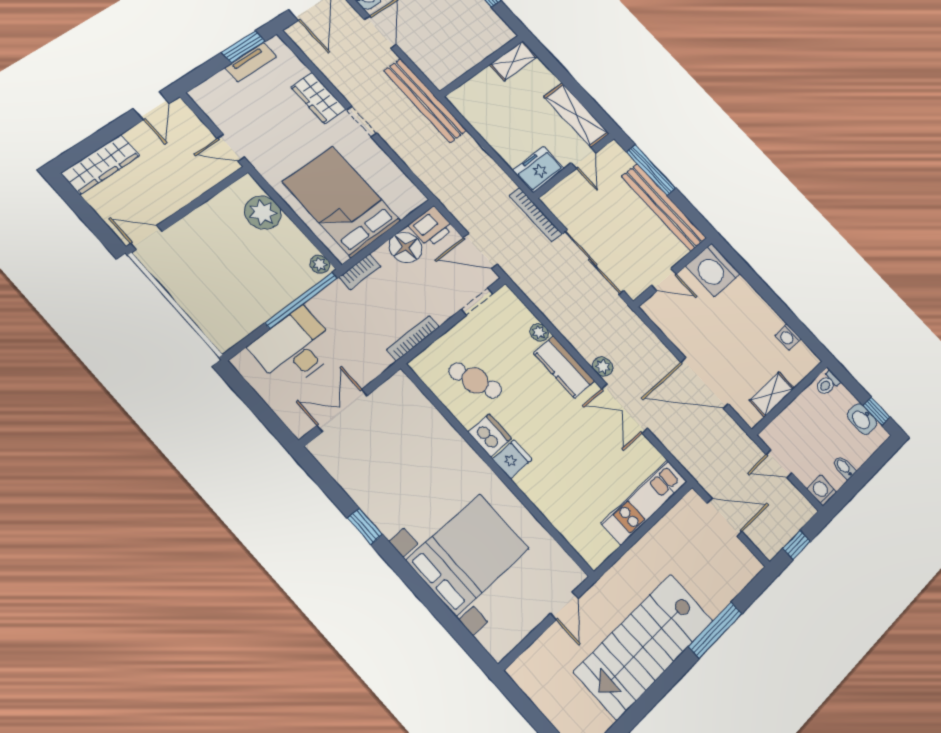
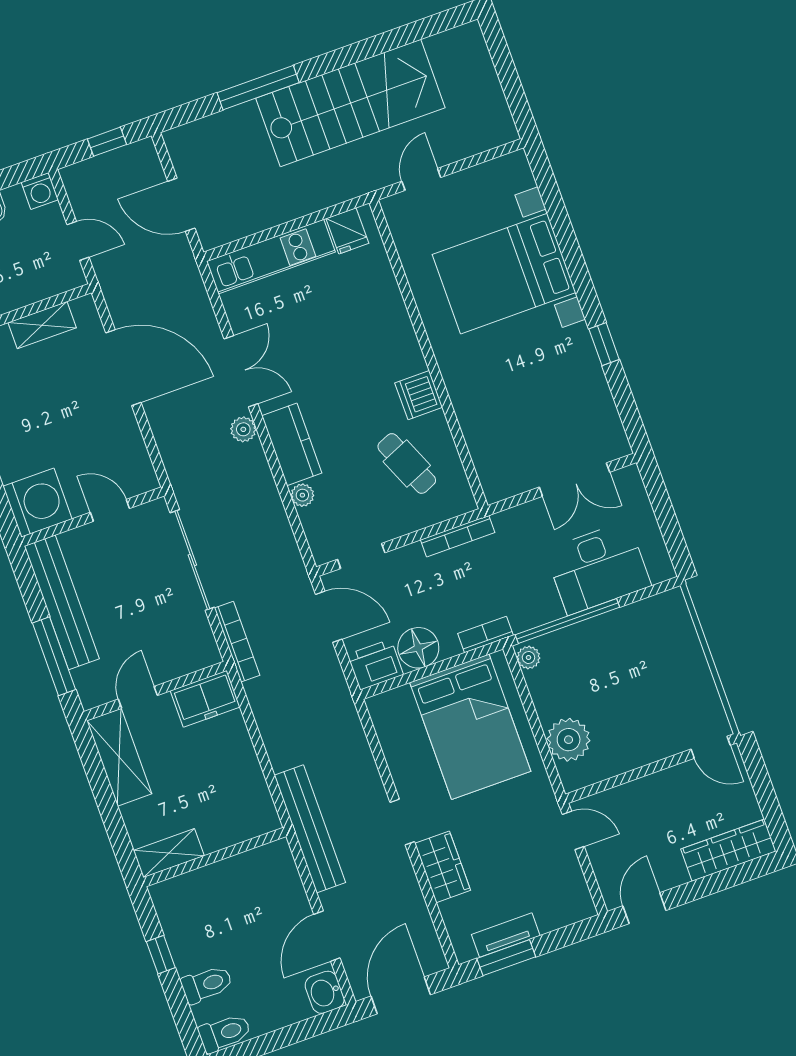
fridge: (512, 459) -> (347, 231), moved, turned -90

